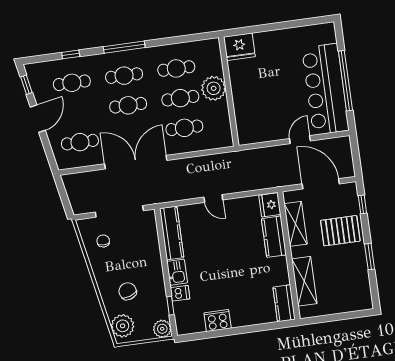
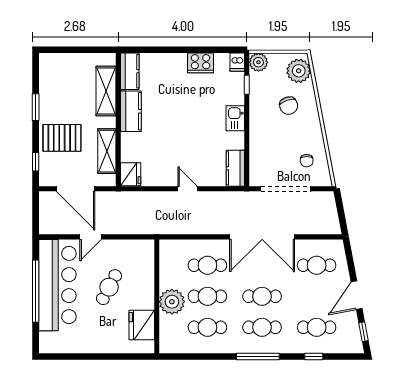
fridge: (239, 47) -> (142, 325), moved, turned -90
cafe table: (276, 94) -> (109, 287), added
kitchen counter: (172, 233) -> (235, 168), width x0.67
kitchen counter: (274, 237) -> (131, 111), moved
dishwasher: (180, 293) -> (237, 62), moved, turned -90

